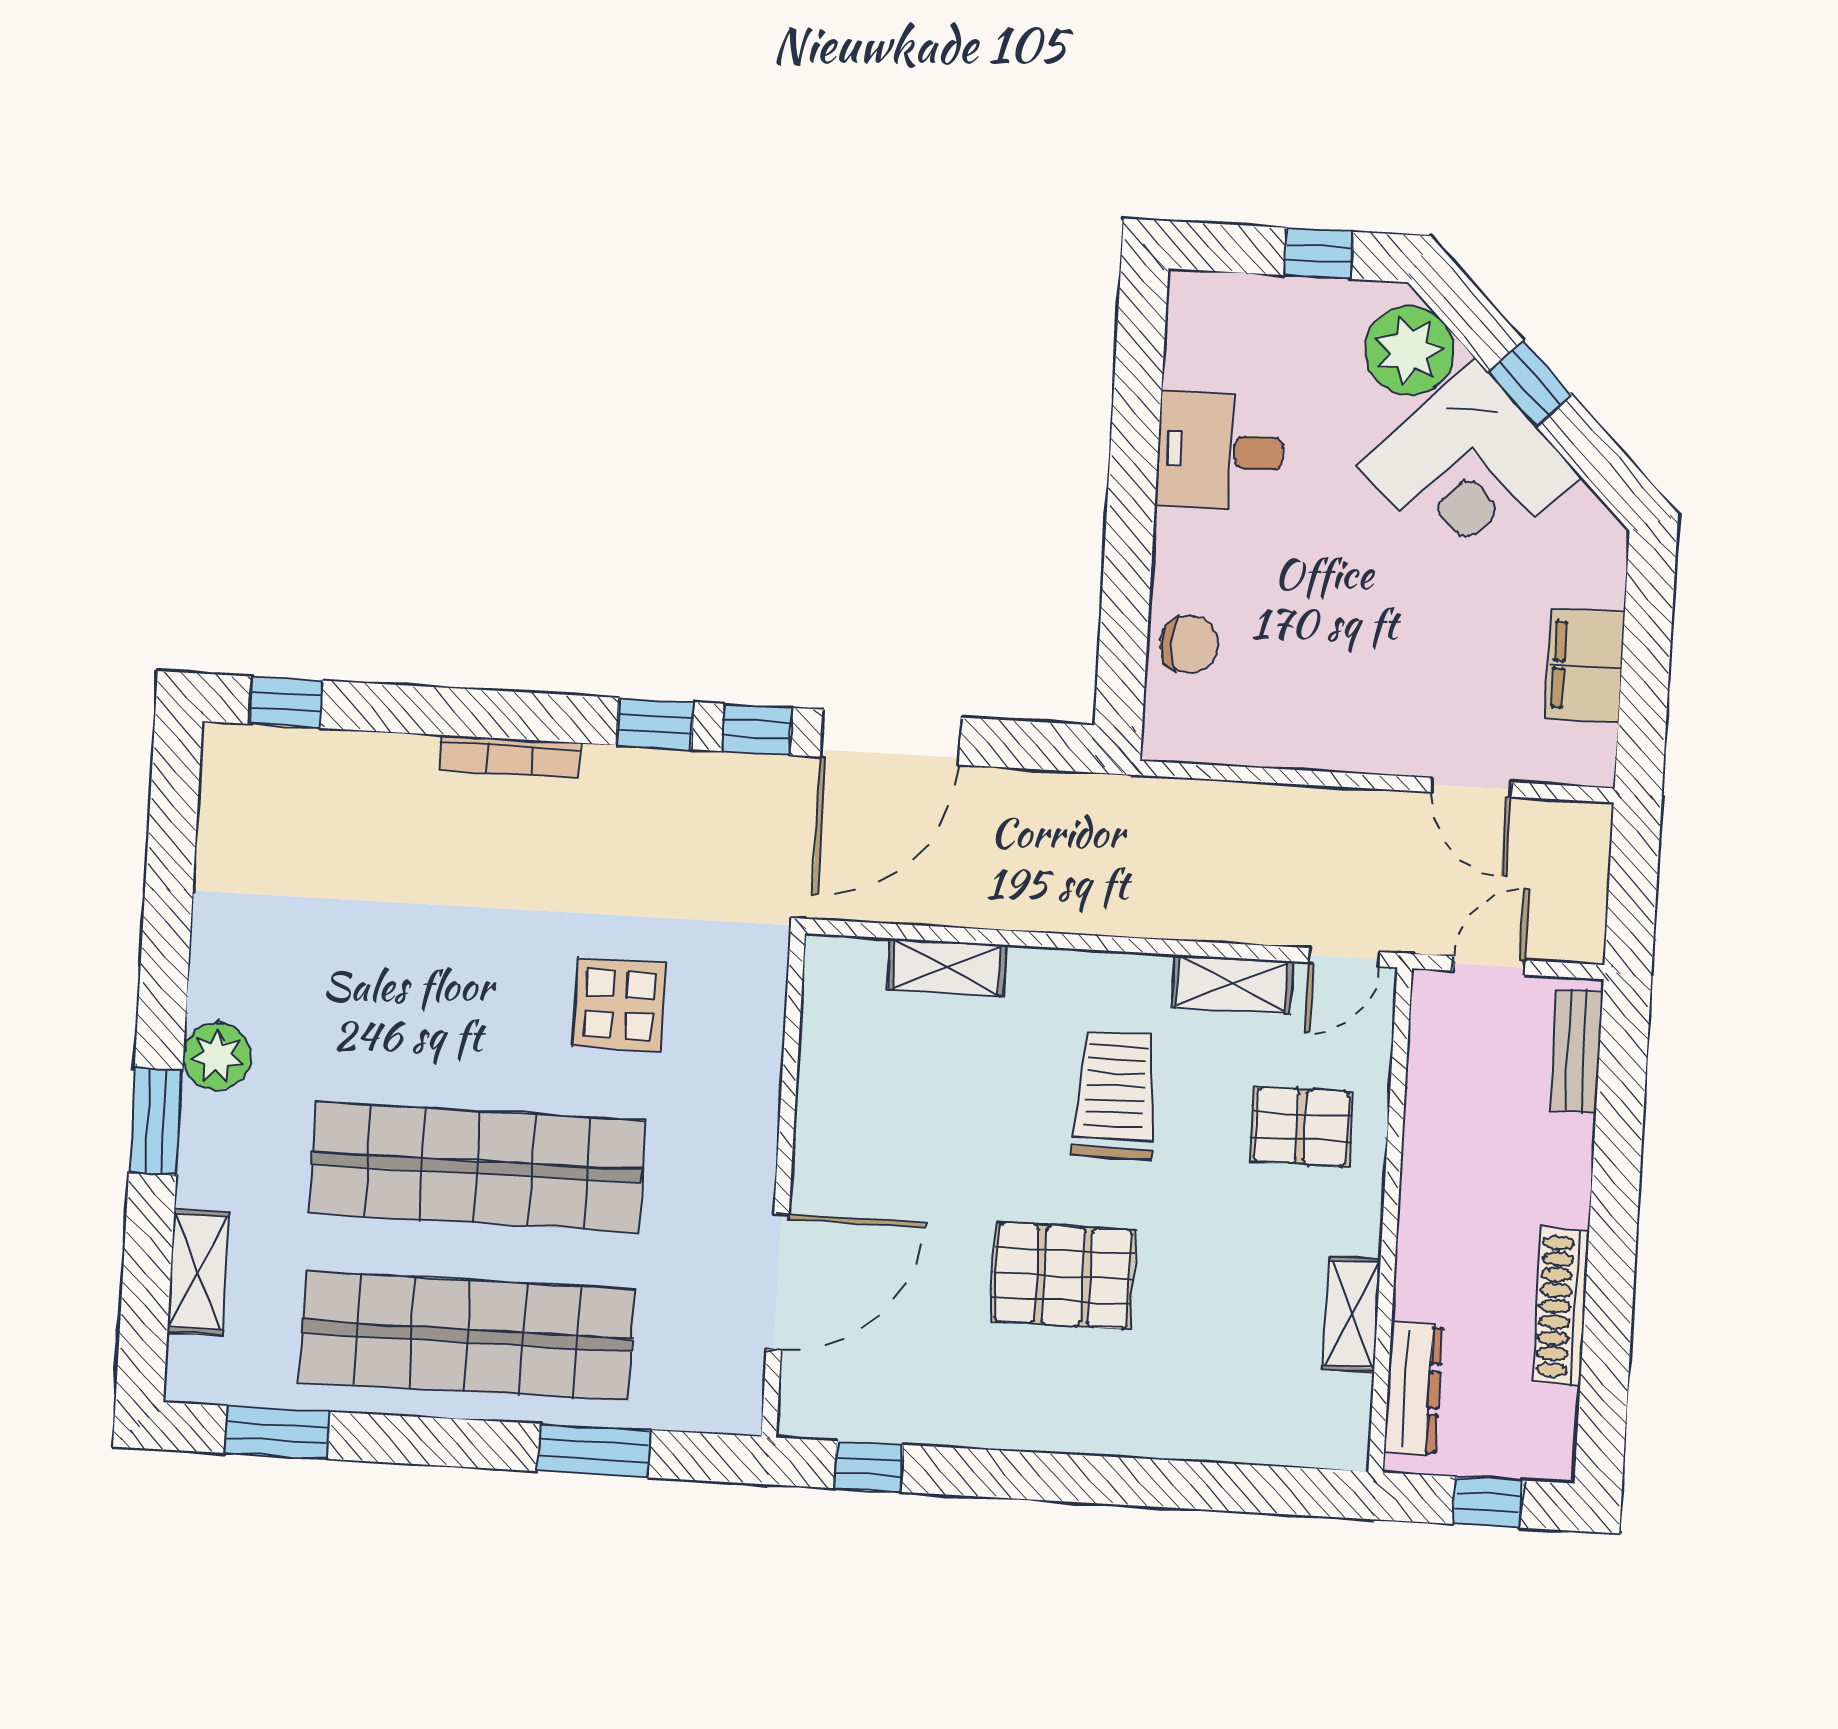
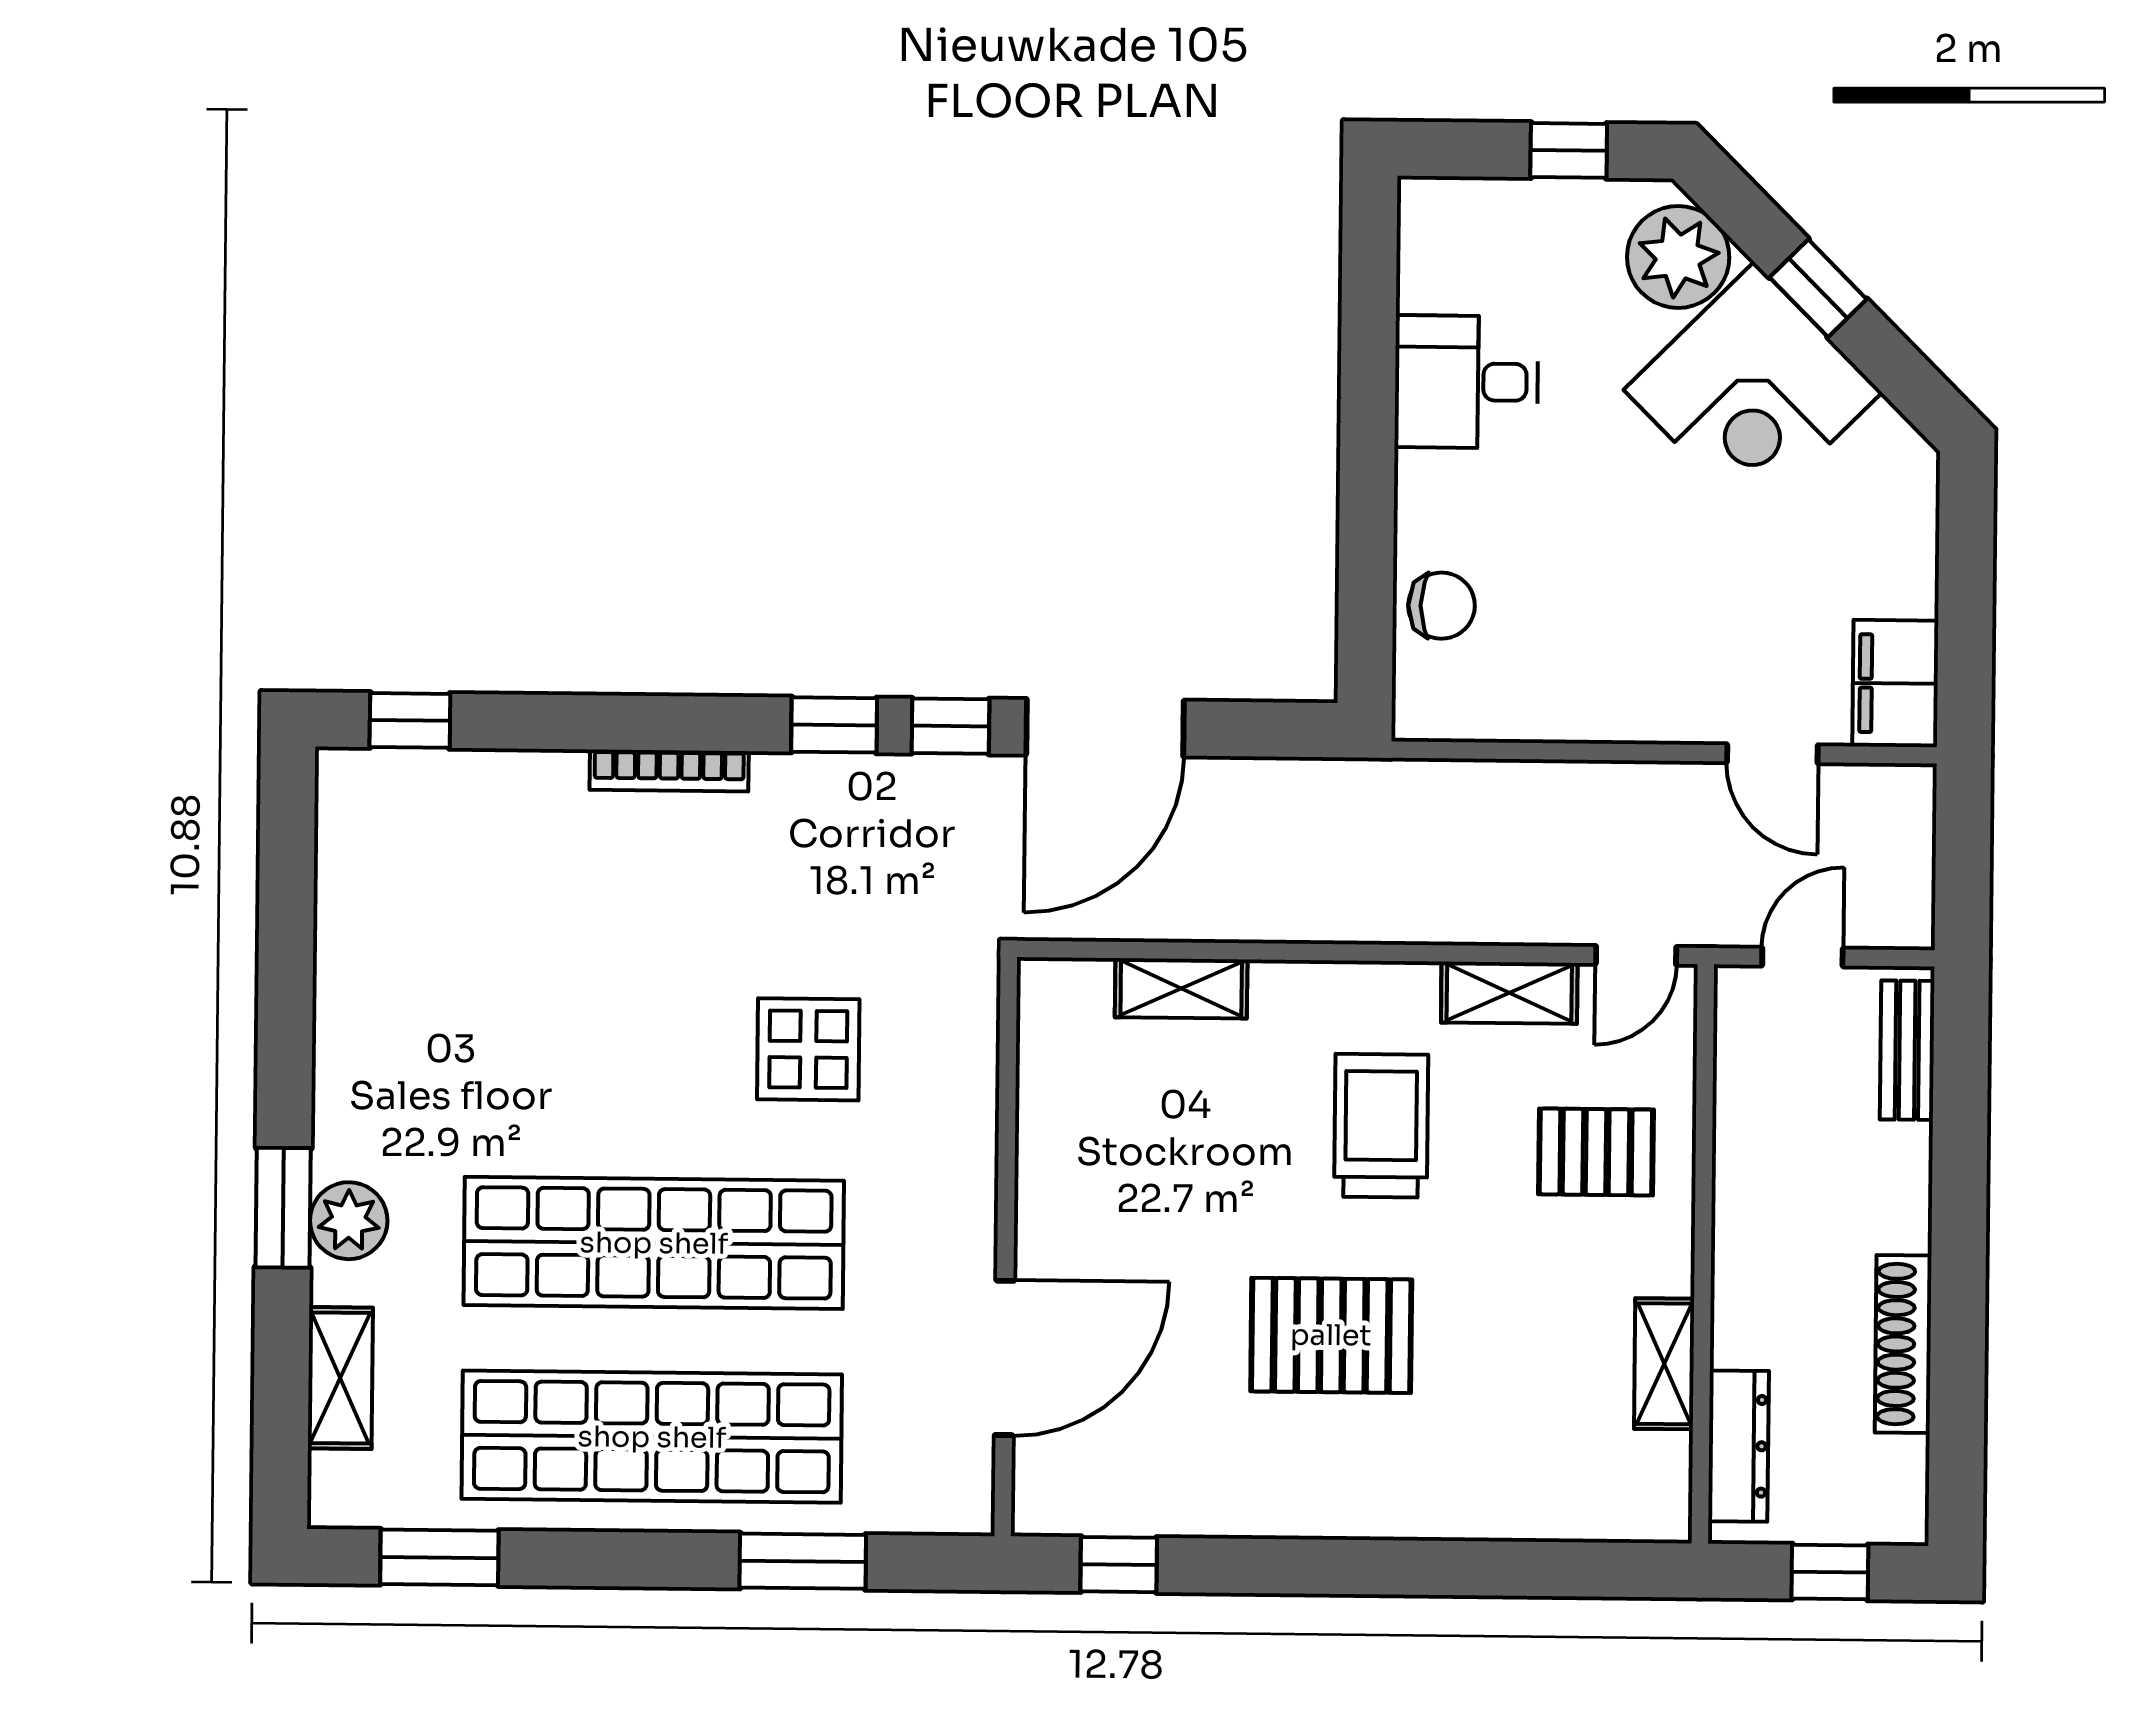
filing cabinet: (1585, 666) -> (1895, 683), moved
plant: (217, 1056) -> (349, 1221), moved

